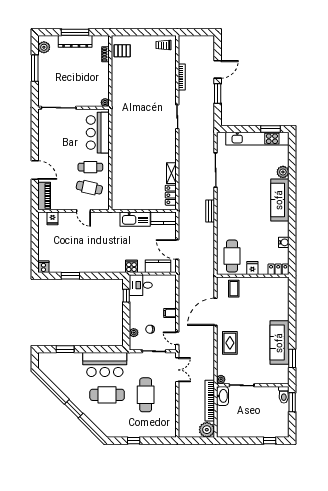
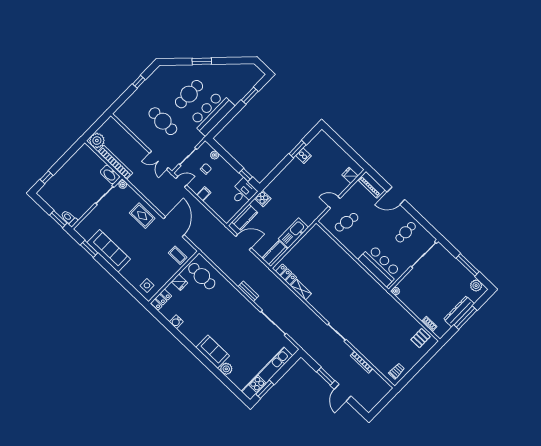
cafe table: (90, 167) -> (406, 232), moved
sofa: (280, 200) -> (213, 352), width x0.73
cooker: (43, 267) -> (303, 156), moved
side table: (278, 290) -> (147, 285), added

